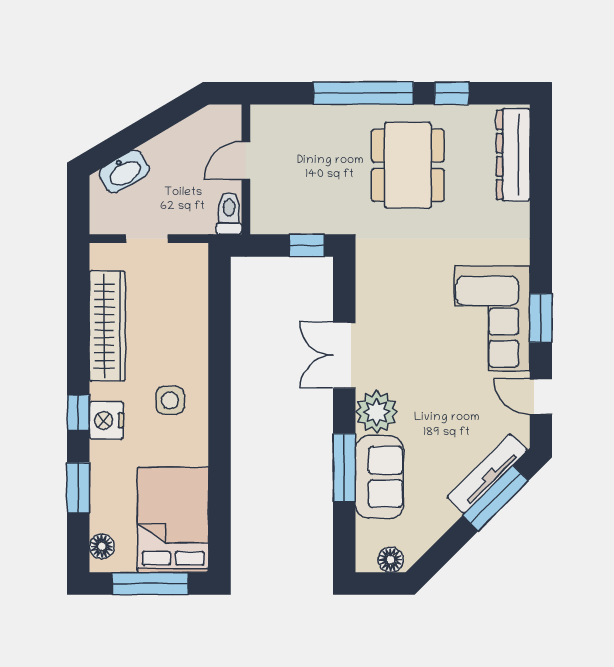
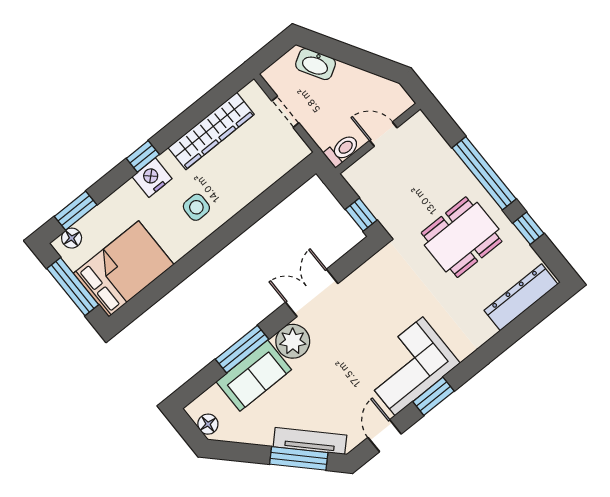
window: (78, 488) -> (76, 211), moved

